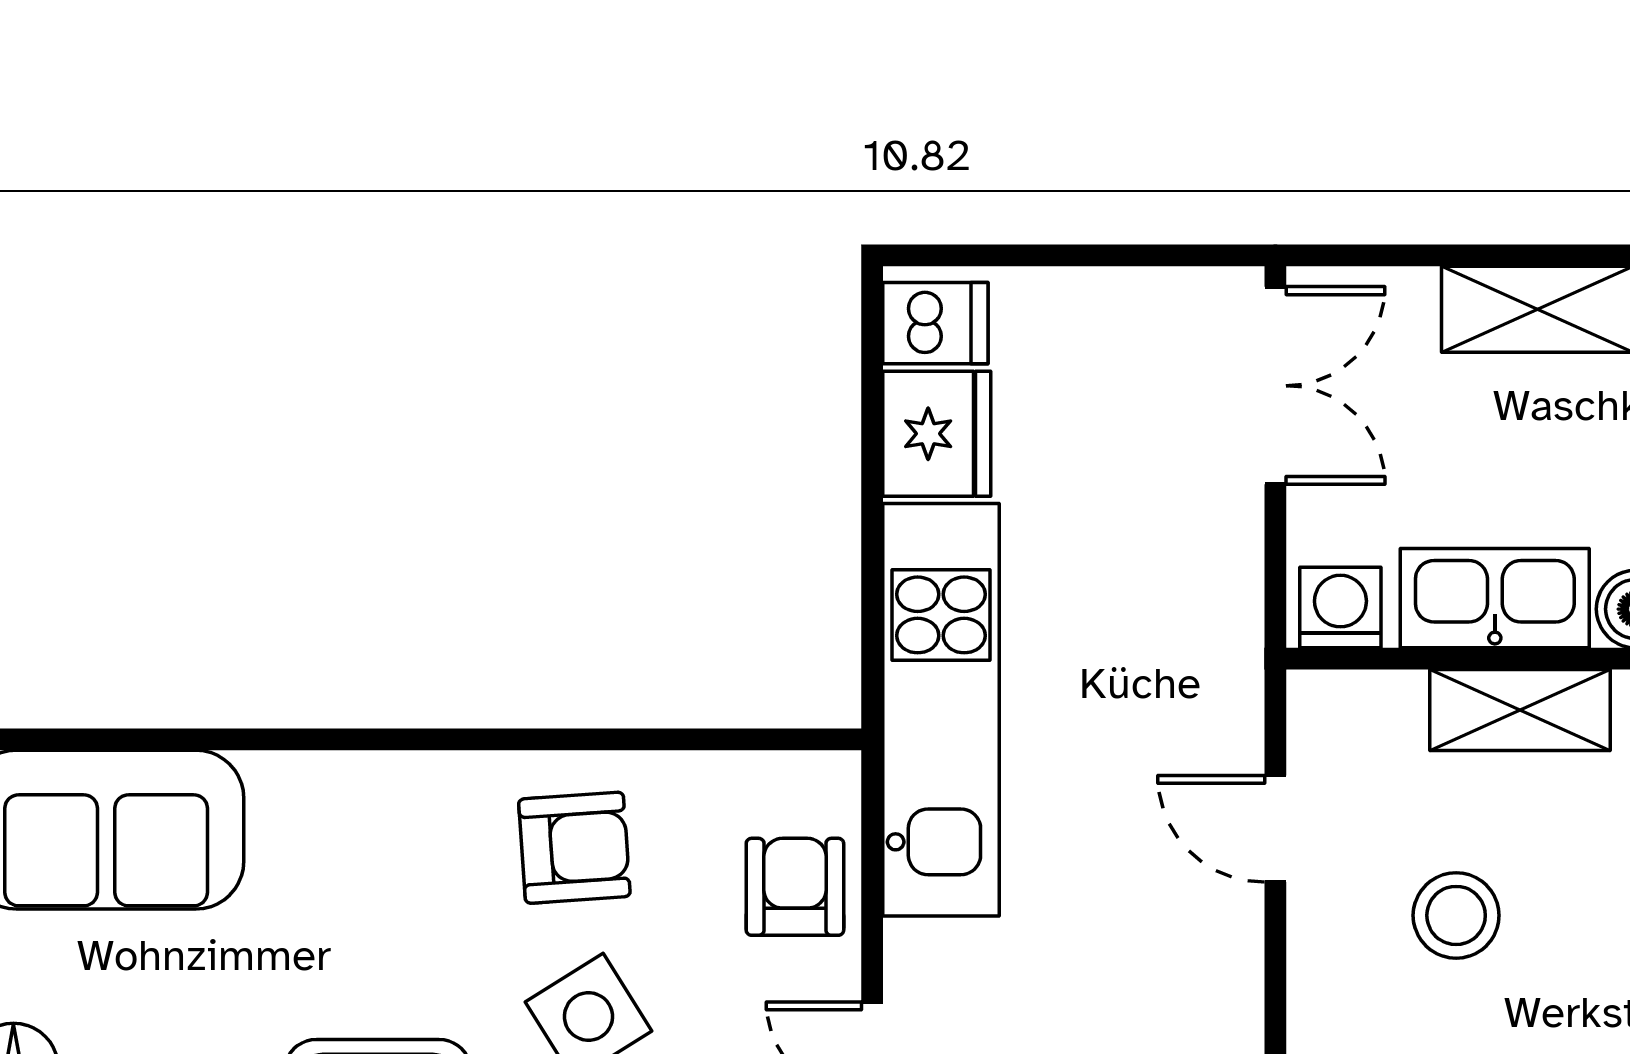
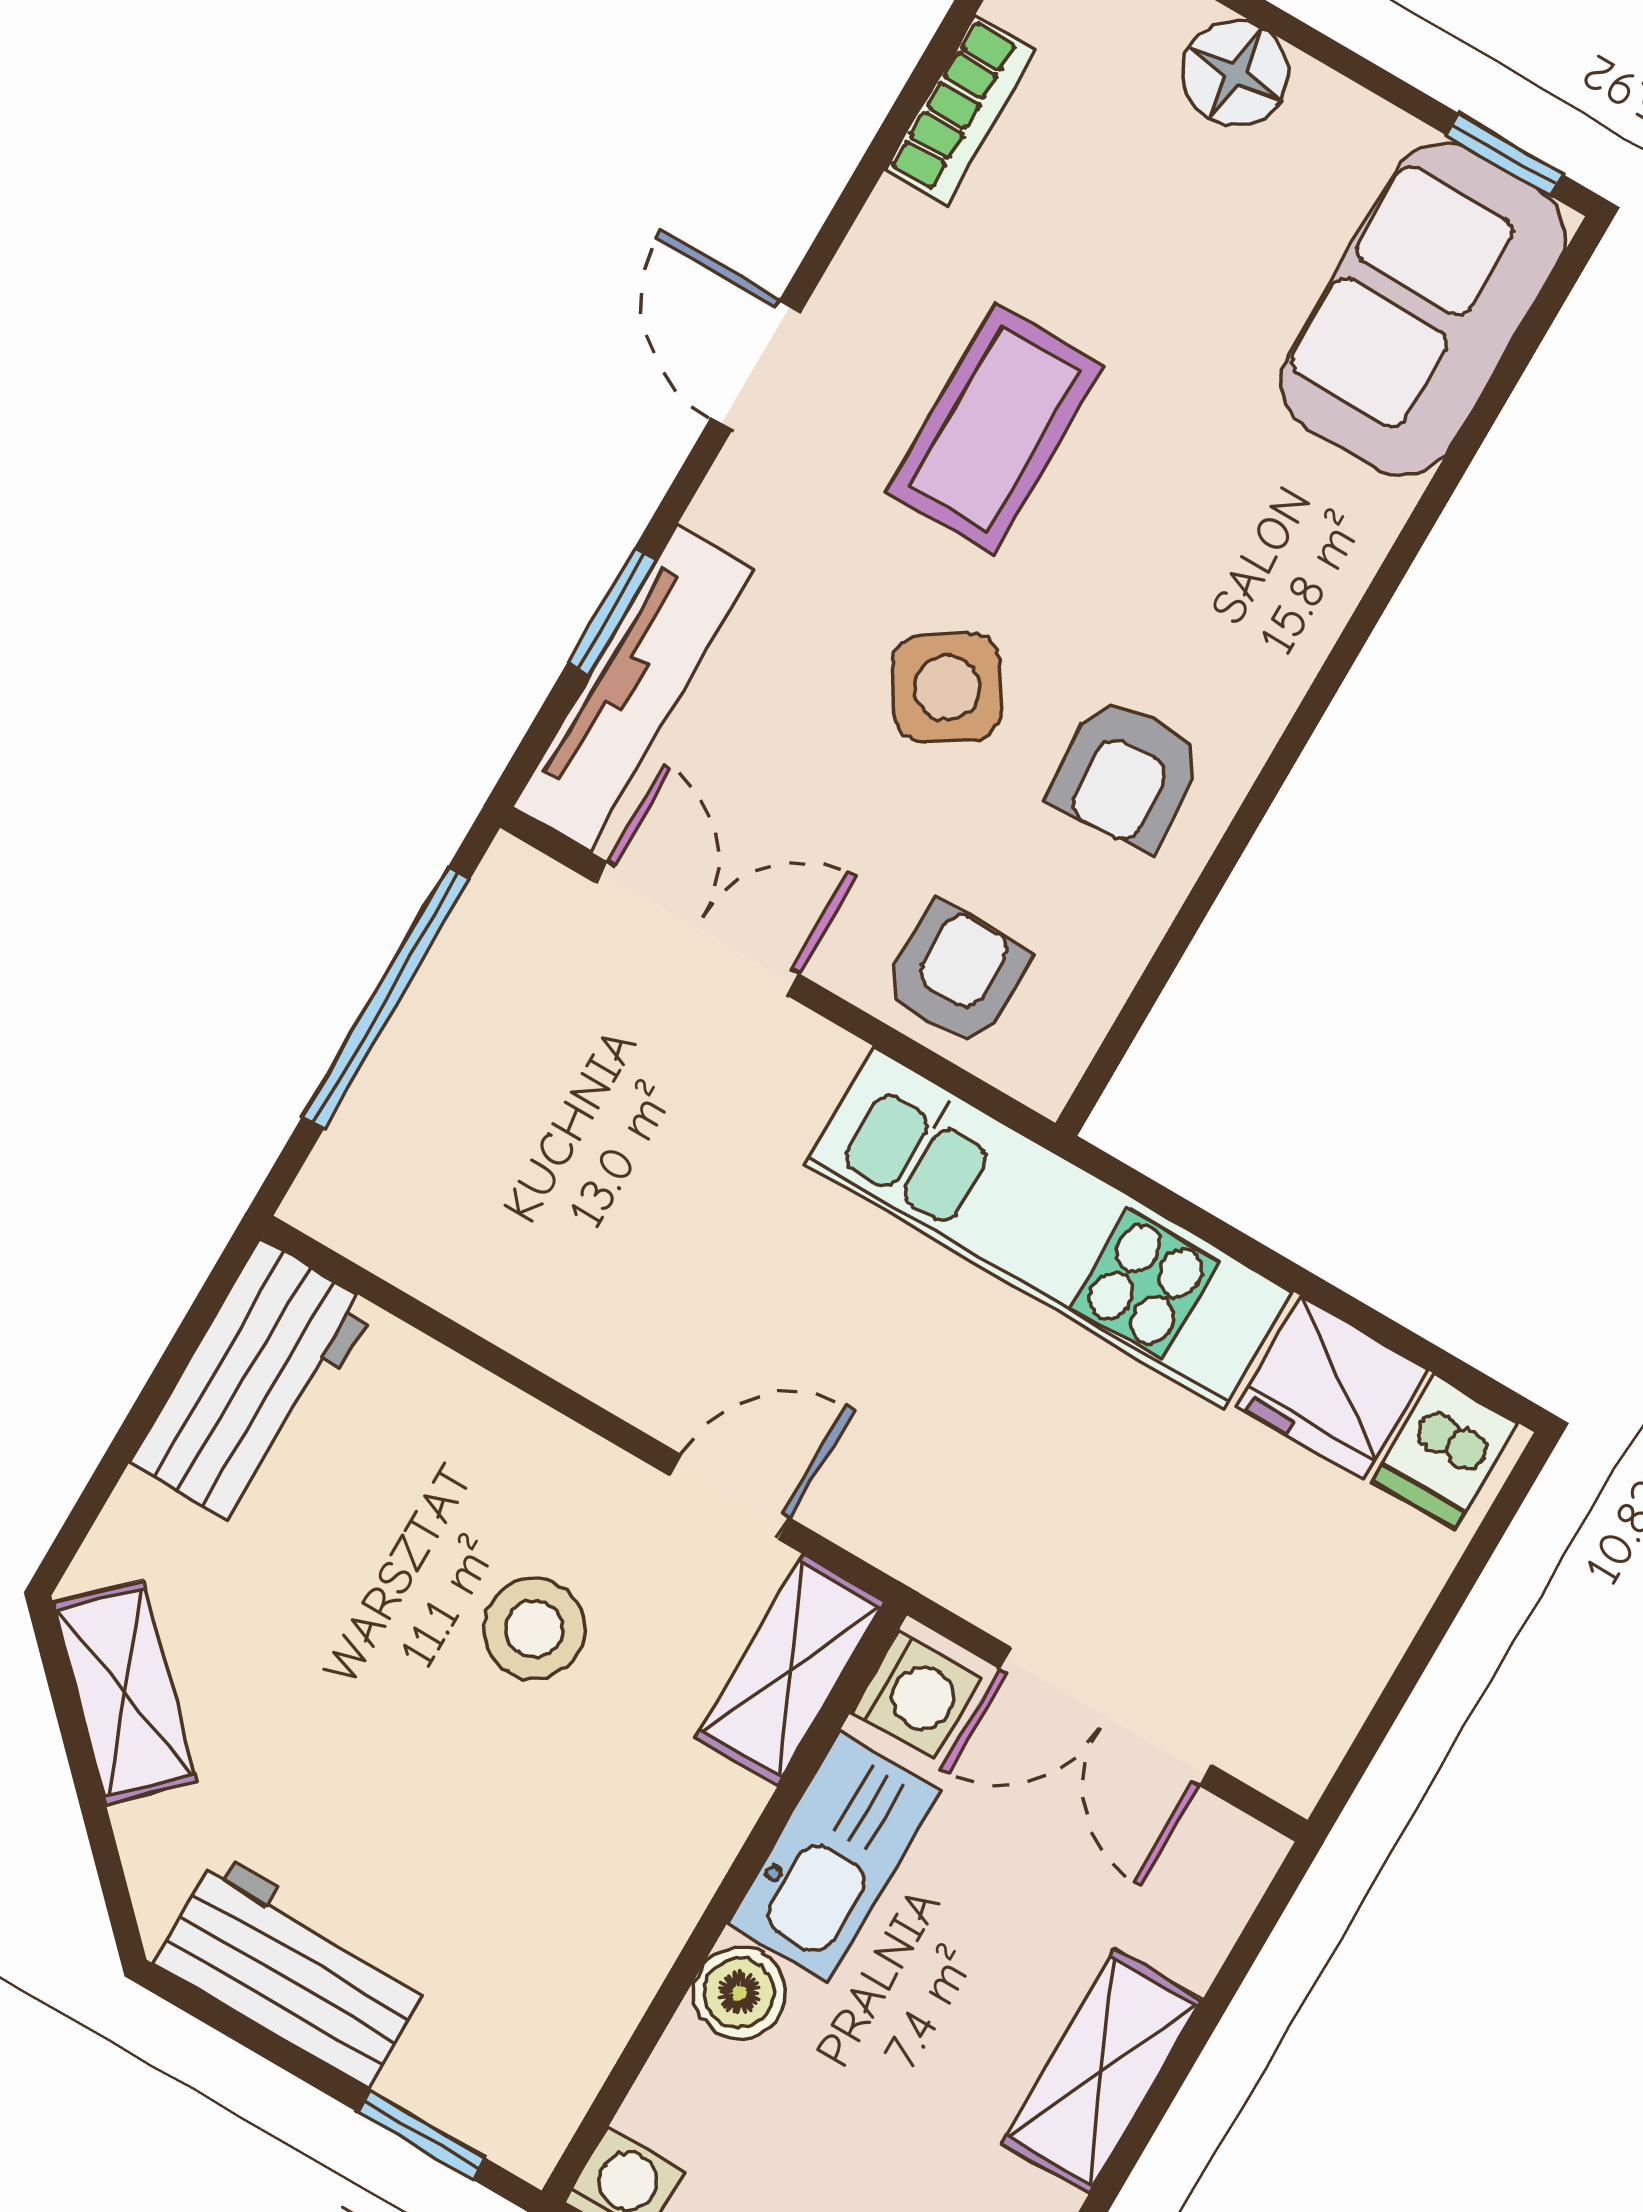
double door: (1275, 386) -> (1105, 1717), moved
shelving: (1520, 710) -> (790, 1670), moved
armchair: (795, 887) -> (956, 975), turned -90

